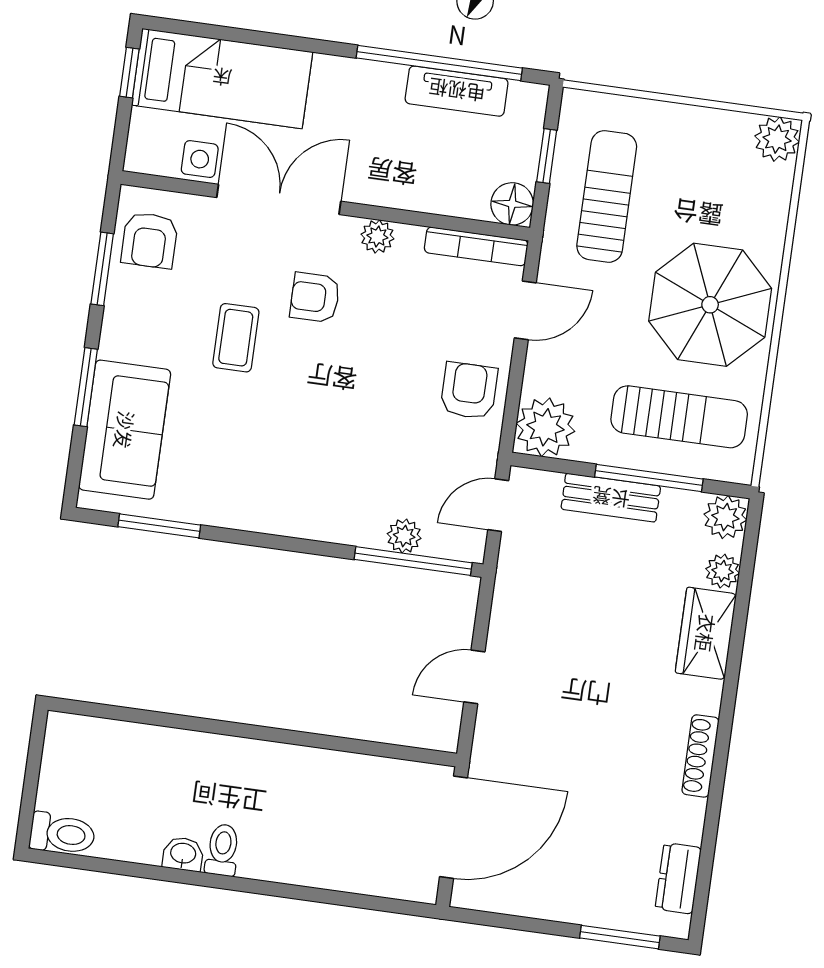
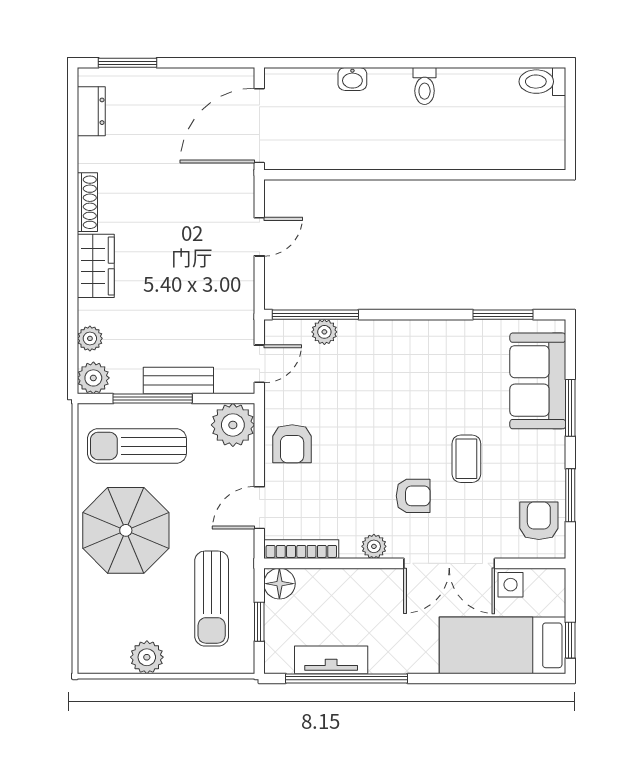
plant: (777, 139) -> (147, 657), moved
wardrobe: (706, 633) -> (96, 266), moved
washbasin: (183, 854) -> (352, 79), moved

